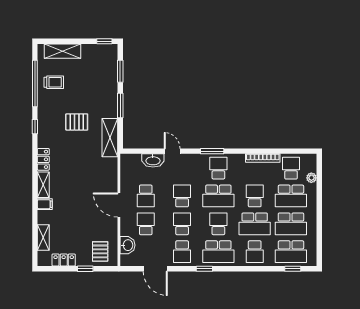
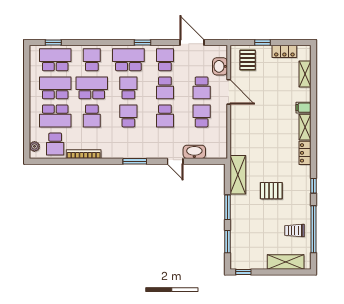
school desk: (218, 168) -> (128, 144), removed
plant: (311, 178) -> (34, 146), moved
school desk: (218, 196) -> (128, 116), width x0.54
school desk: (291, 196) -> (55, 116), turned 180
door: (119, 205) -> (229, 92), moved
school desk: (218, 224) -> (128, 88), turned 180

